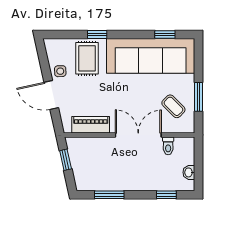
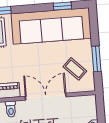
toilet: (168, 146) -> (11, 109), moved

